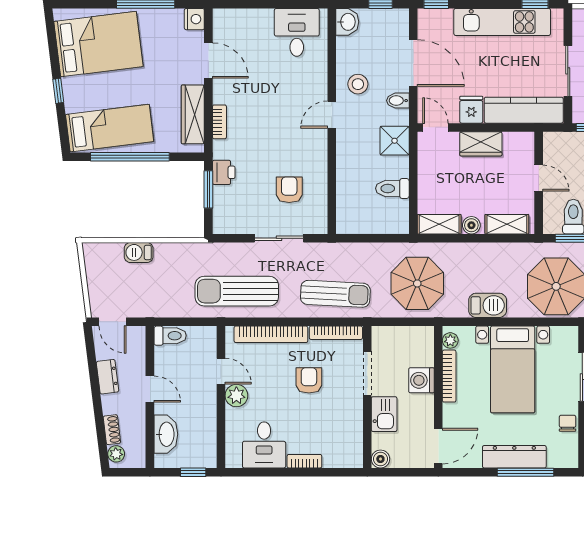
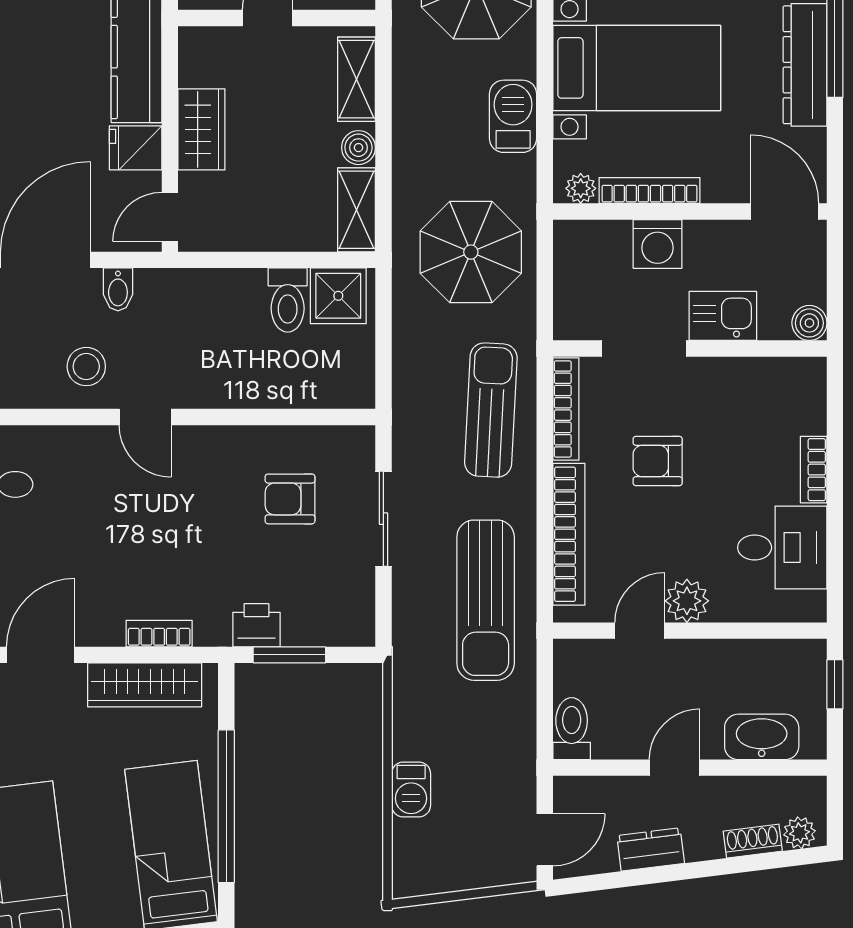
shower: (395, 141) -> (338, 296), moved

